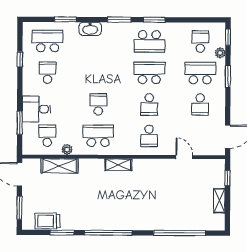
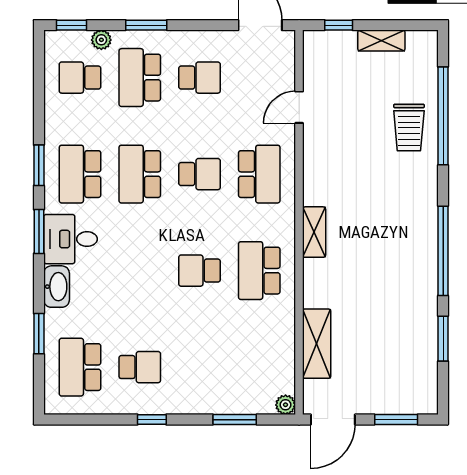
school desk: (149, 41) -> (80, 174), turned 180
window: (20, 59) -> (152, 420), moved
school desk: (47, 73) -> (140, 367), turned 180
desk: (36, 109) -> (70, 239), moved, turned 90
school desk: (47, 136) -> (259, 367), removed
school desk: (149, 136) -> (259, 174), width x1.85
plant: (67, 149) -> (286, 405), moved
trolley: (47, 221) -> (409, 128), moved

